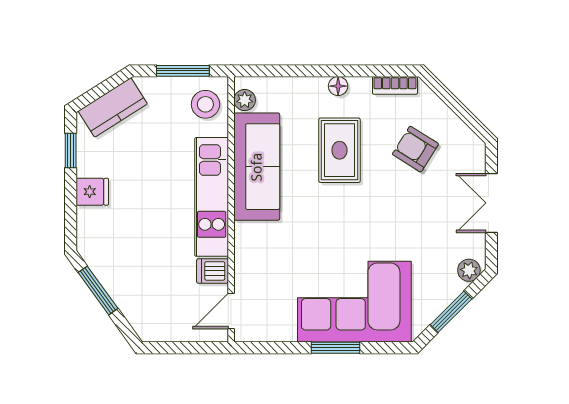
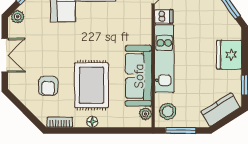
armchair: (415, 149) -> (48, 86), turned 58
rug: (339, 150) -> (91, 85), width x1.36, depth x1.43
fridge: (92, 192) -> (229, 55), width x1.88, depth x1.34

